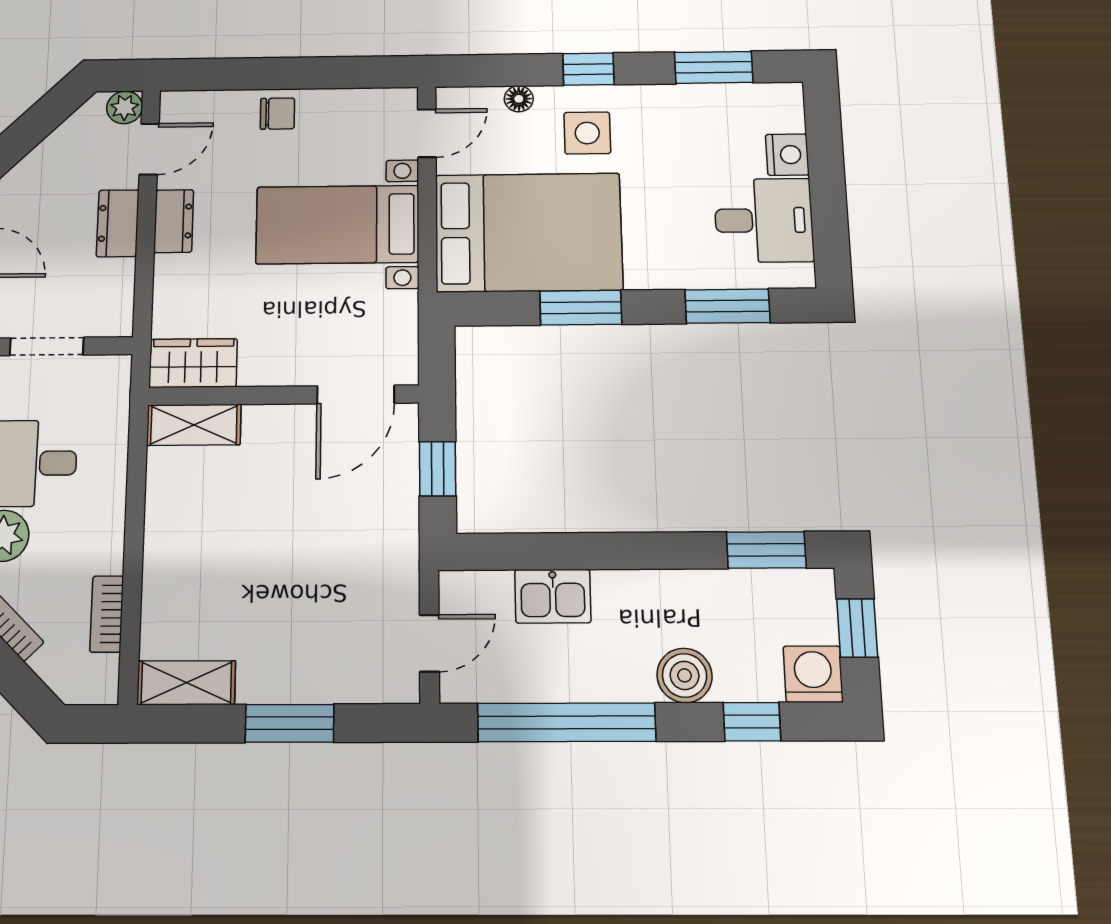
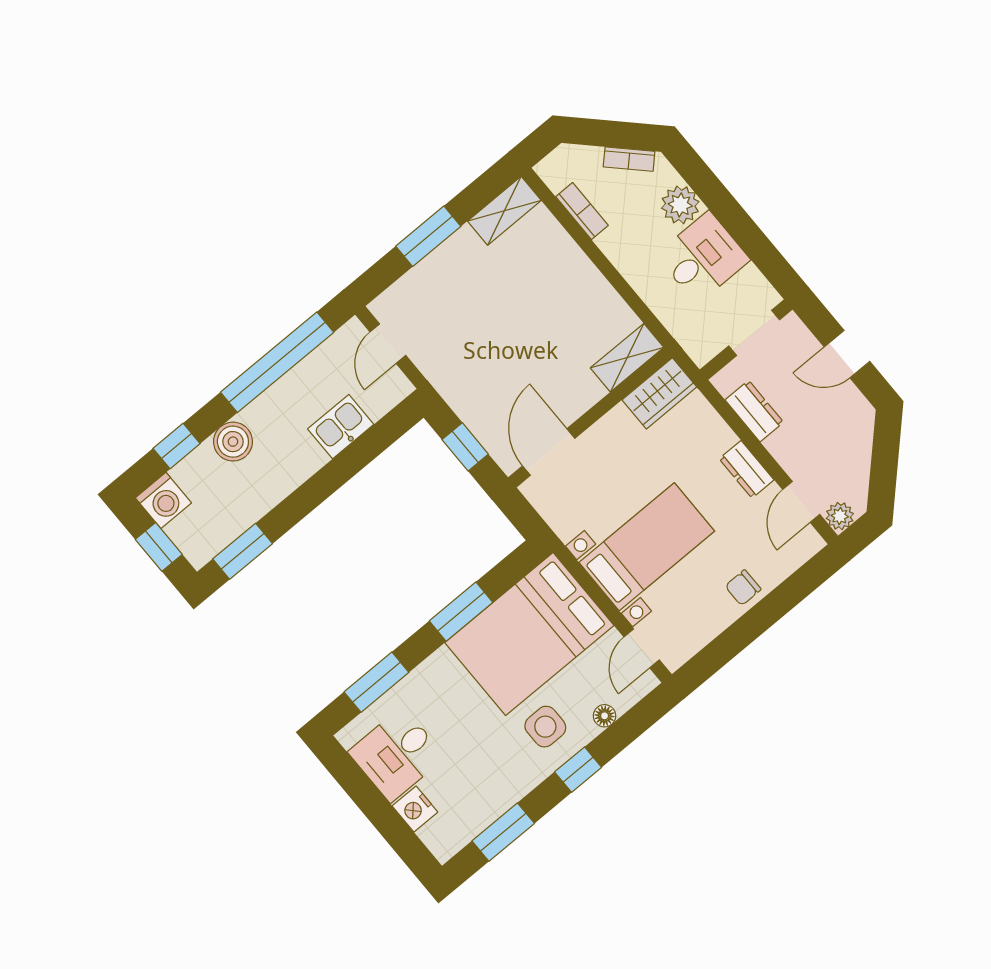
dresser: (118, 223) -> (754, 411), moved

